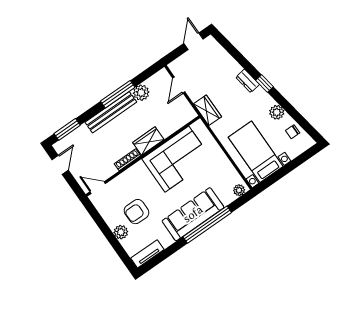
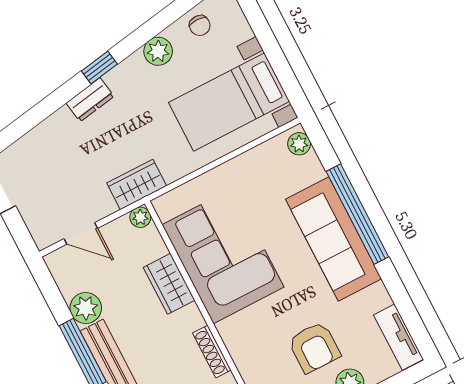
plant: (191, 114) -> (140, 217), added
wardrobe: (148, 141) -> (169, 284), moved

